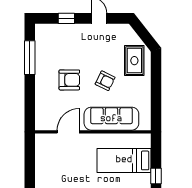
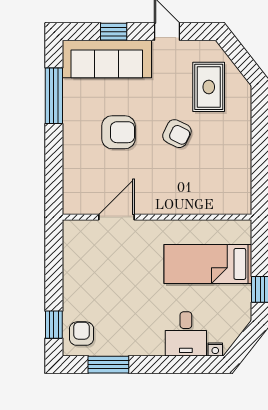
rug: (134, 61) -> (209, 87), moved
sofa: (111, 119) -> (107, 59), moved, turned 180

